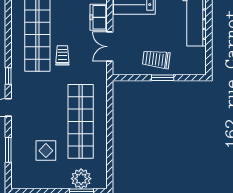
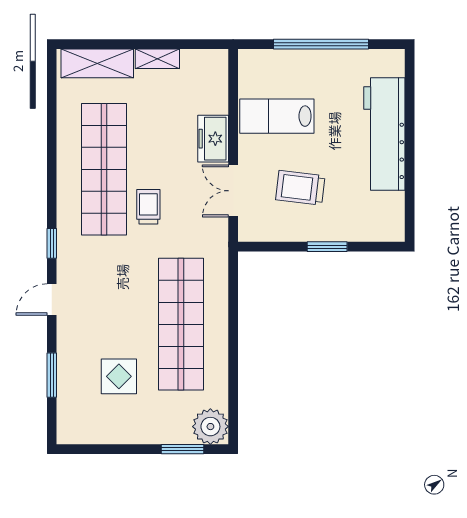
trolley: (156, 59) -> (300, 188), moved
plant: (81, 179) -> (210, 427), moved

